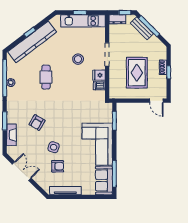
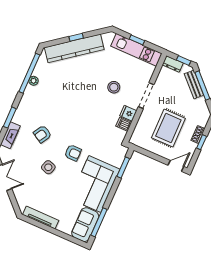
cafe table: (46, 77) -> (72, 91), removed
door: (156, 101) -> (176, 166), swing flipped
armchair: (58, 166) -> (73, 153), moved

